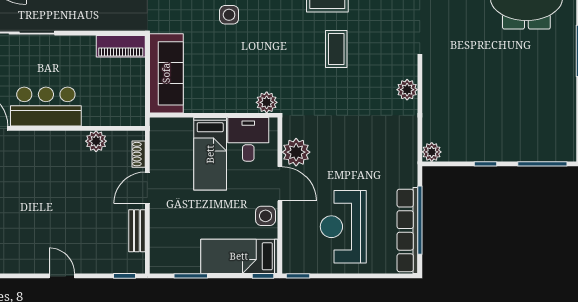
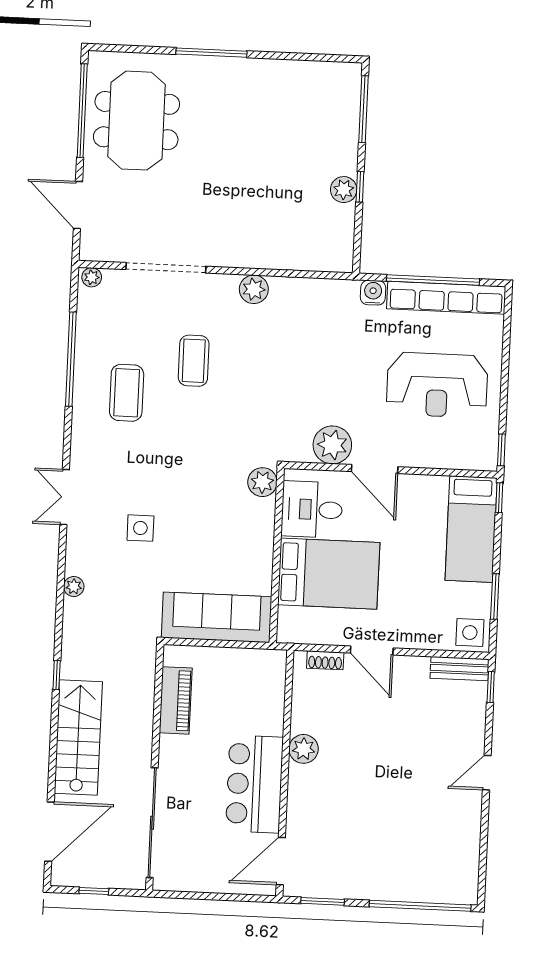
piano: (121, 46) -> (176, 700), moved
coffee table: (336, 49) -> (194, 361), moved, turned 90
plant: (96, 141) -> (304, 749), moved
plant: (432, 152) -> (344, 190), moved
bed: (210, 154) -> (329, 574), width x1.50
water cooler: (409, 177) -> (373, 293), added
door: (280, 184) -> (375, 469), swing flipped
side table: (266, 216) -> (470, 633), moved
bench: (137, 231) -> (459, 669), moved

